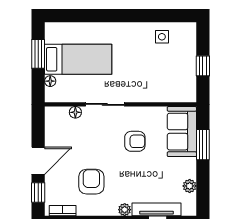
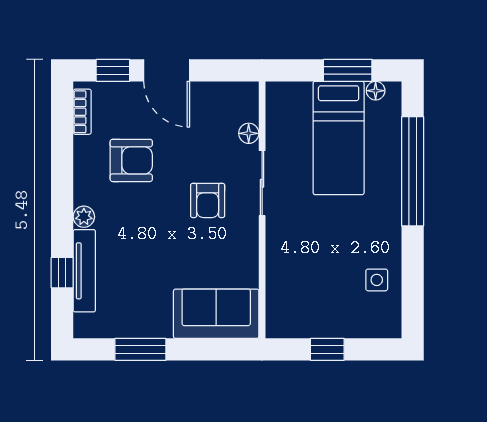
window: (98, 16) -> (413, 171), added
floor lamp: (50, 81) -> (376, 91), moved
armchair: (135, 141) -> (208, 200), moved
window: (203, 145) -> (140, 349), moved
plant: (190, 186) -> (124, 327), removed

